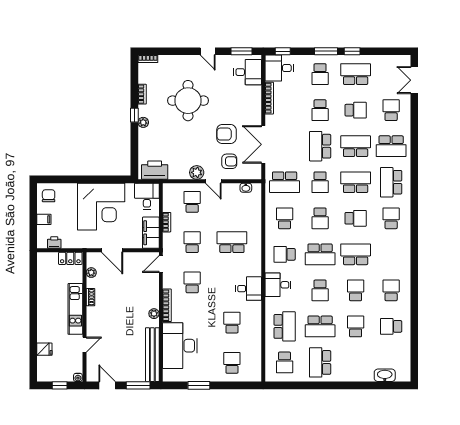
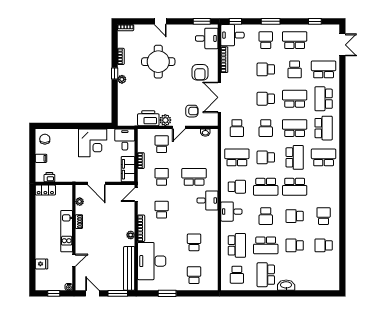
door: (208, 51) -> (160, 21), moved
window: (352, 51) -> (315, 21), moved
school desk: (320, 74) -> (266, 40), turned 180
double door: (414, 80) -> (342, 45), swing flipped
school desk: (320, 110) -> (266, 69), turned 90
school desk: (356, 110) -> (295, 69), turned 90
school desk: (391, 110) -> (324, 69), width x1.85
armchair: (226, 134) -> (200, 72), moved, turned -90
school desk: (320, 146) -> (266, 99), width x0.54
school desk: (391, 146) -> (324, 99), turned 90
printer: (155, 170) -> (148, 118), moved
door: (213, 181) -> (179, 127), hinge flipped
school desk: (285, 182) -> (237, 128), width x0.54
school desk: (391, 182) -> (324, 128), turned 180
corner desk: (101, 207) -> (93, 143), width x0.74, depth x0.74
school desk: (285, 218) -> (237, 157), width x1.85
school desk: (320, 218) -> (266, 157), turned 90
school desk: (356, 218) -> (295, 157), width x1.85
school desk: (391, 218) -> (324, 157), width x1.85
school desk: (285, 254) -> (237, 187), turned 180
school desk: (356, 254) -> (295, 187), turned 180
locker: (70, 258) -> (45, 190), moved
desk: (249, 289) -> (208, 200), moved
school desk: (356, 290) -> (295, 216), turned -90
school desk: (356, 326) -> (295, 245), turned -90
washbasin: (385, 375) -> (286, 285), moved

